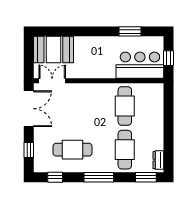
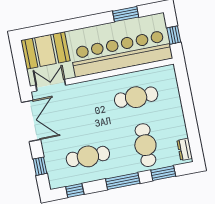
bar counter: (140, 65) -> (121, 53), width x1.86
cafe table: (125, 106) -> (136, 97), turned 90
window: (146, 177) -> (163, 173), moved

